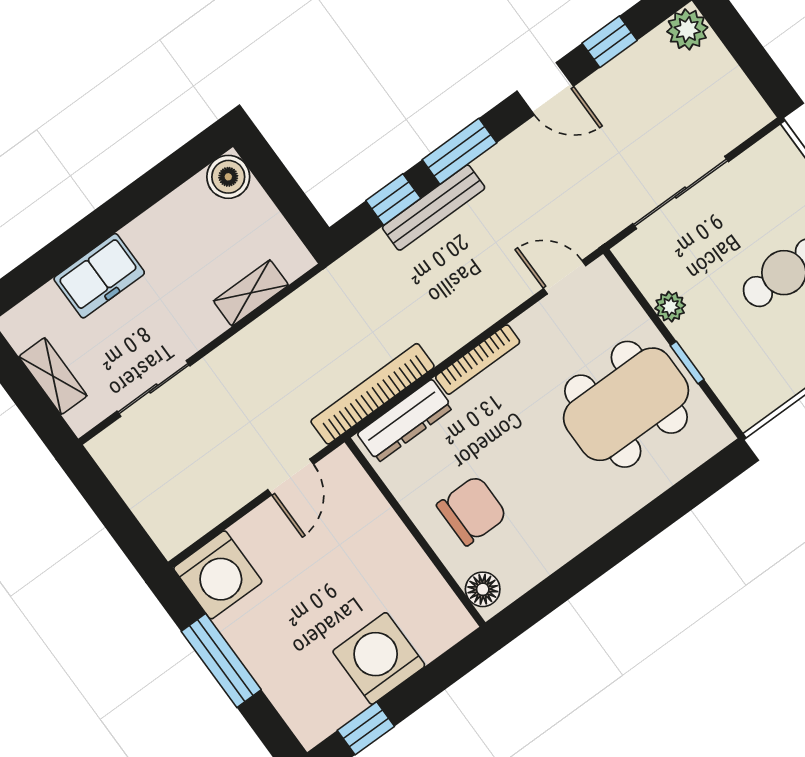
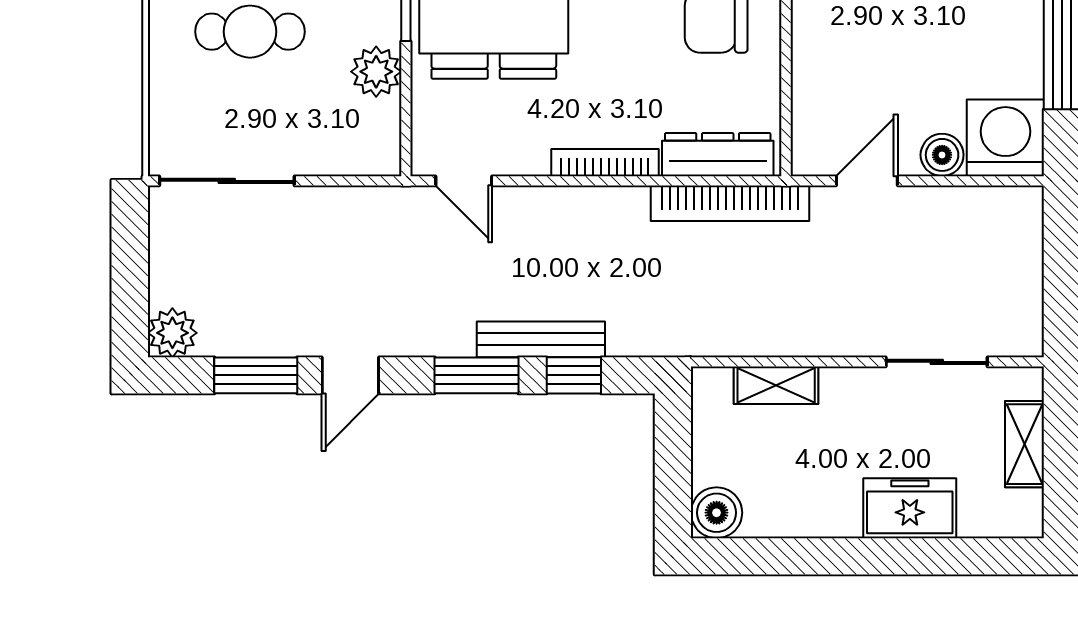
window: (610, 42) -> (256, 375), width x1.50
door: (545, 89) -> (350, 375), swing flipped
sliding door: (681, 193) -> (227, 181), moved
plant: (670, 307) -> (376, 72), width x1.38, depth x1.38
boiler: (252, 532) -> (942, 155), added

